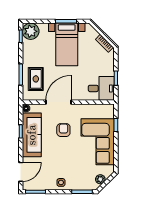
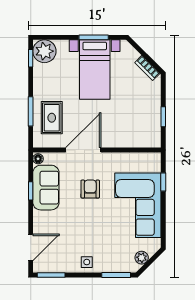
desk: (101, 88) -> (143, 131), removed
sofa: (32, 135) -> (46, 188), width x0.73

